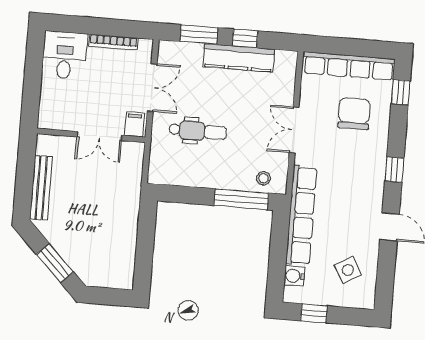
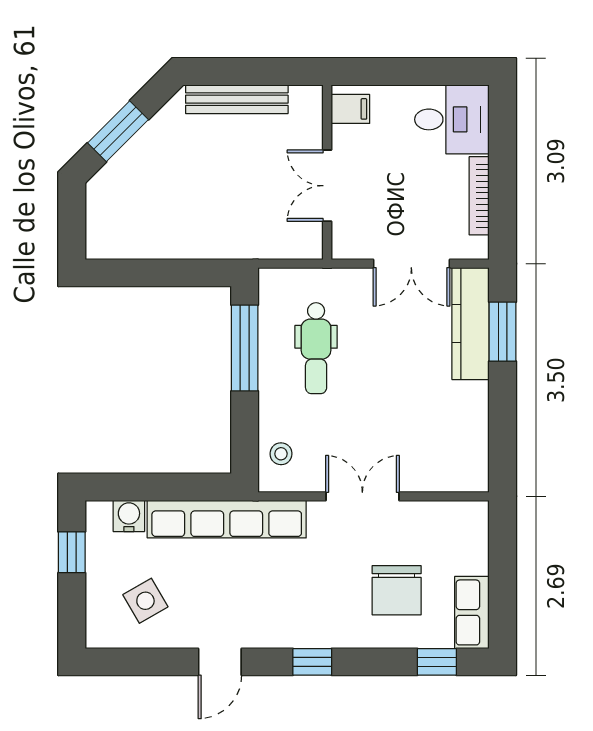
window: (245, 38) -> (503, 406), removed
kitchen counter: (239, 58) -> (471, 324), moved
row of seats: (349, 66) -> (472, 612), width x0.50
chair: (354, 114) -> (397, 590), turned 90
filing cabinet: (134, 124) -> (350, 109), moved
dental chair: (198, 131) -> (316, 348), moved
window: (241, 199) -> (245, 348), moved

